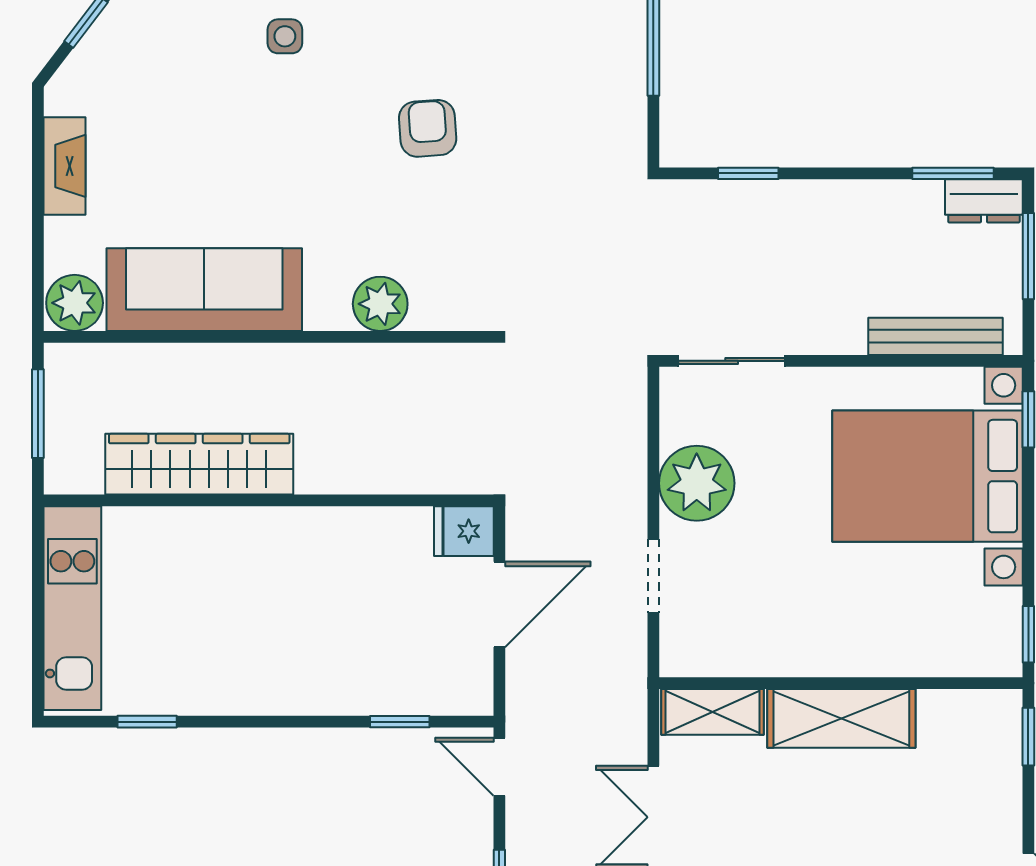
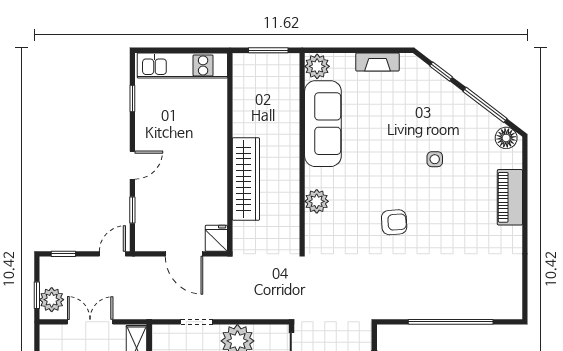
wardrobe: (199, 464) -> (246, 179), moved
door: (298, 722) -> (132, 165), added

